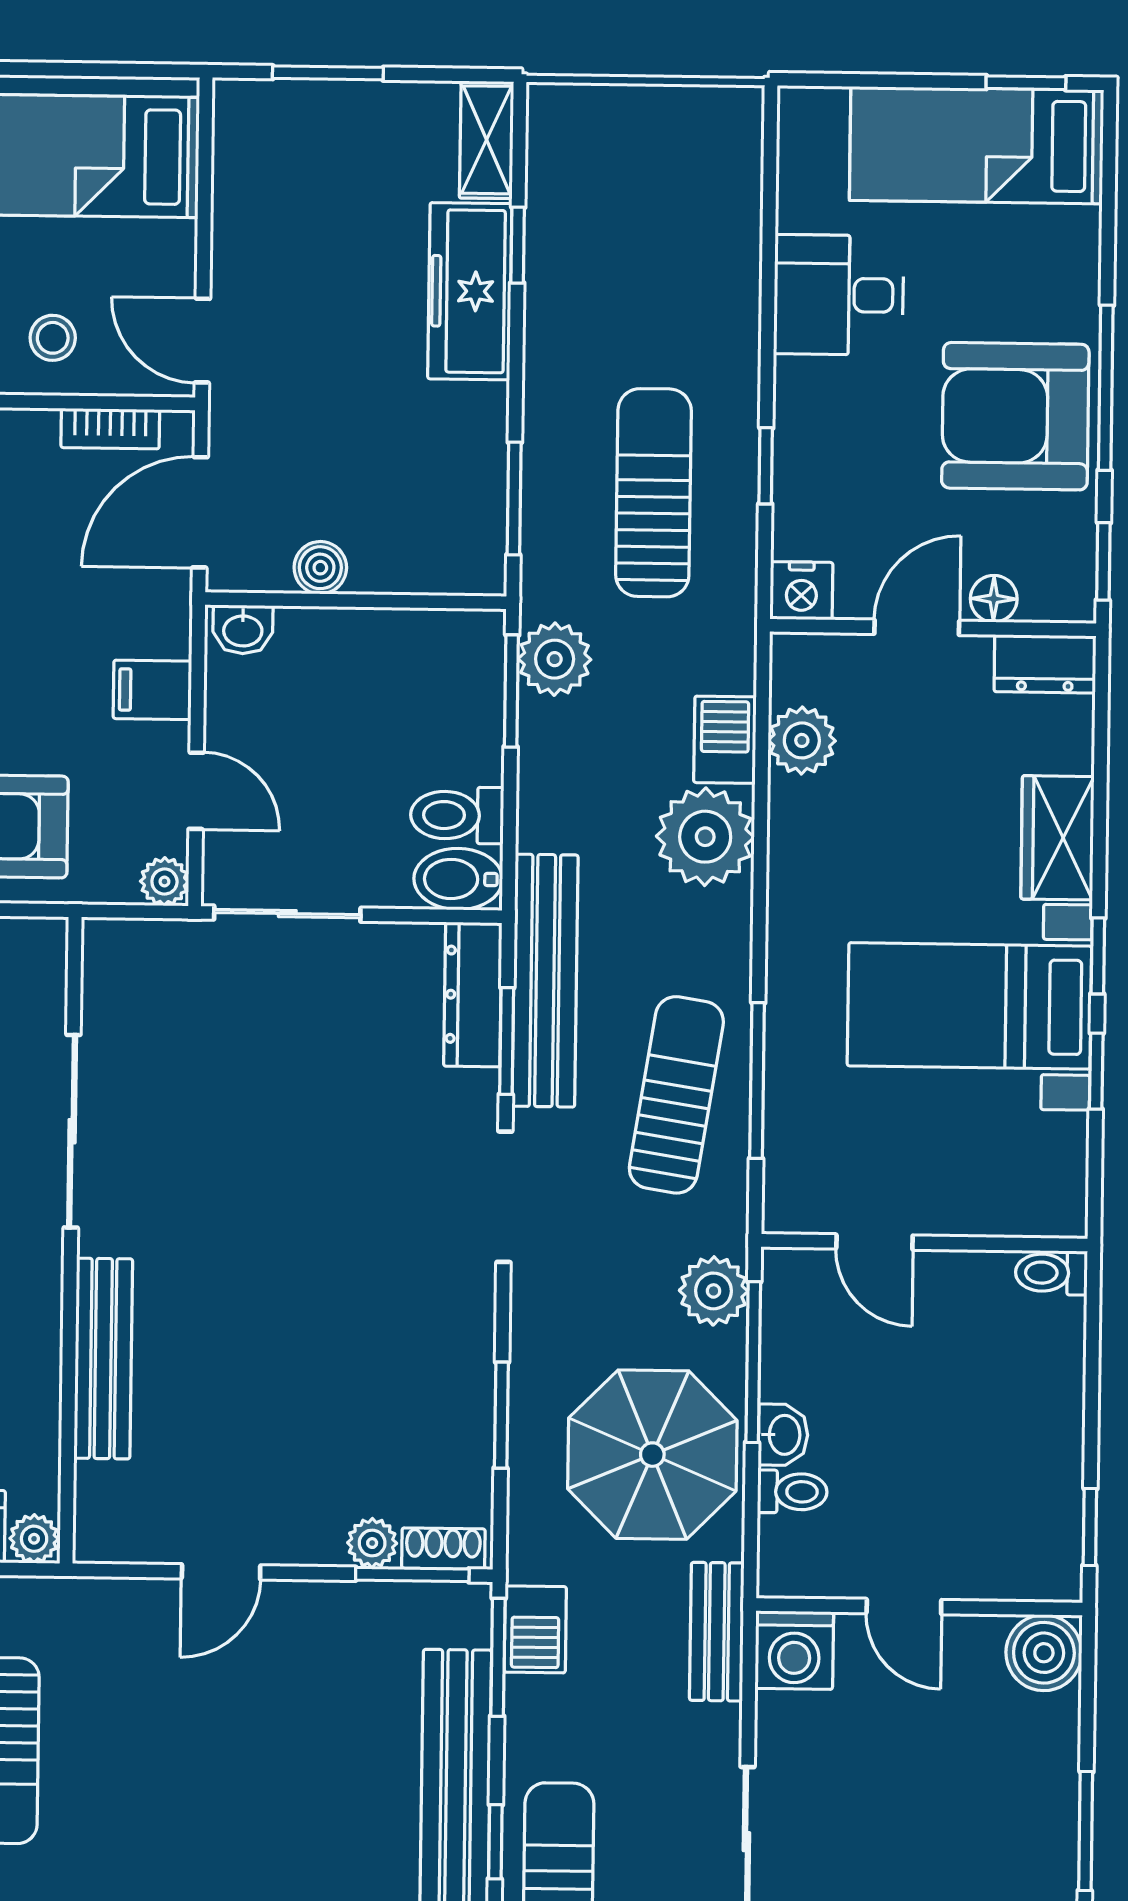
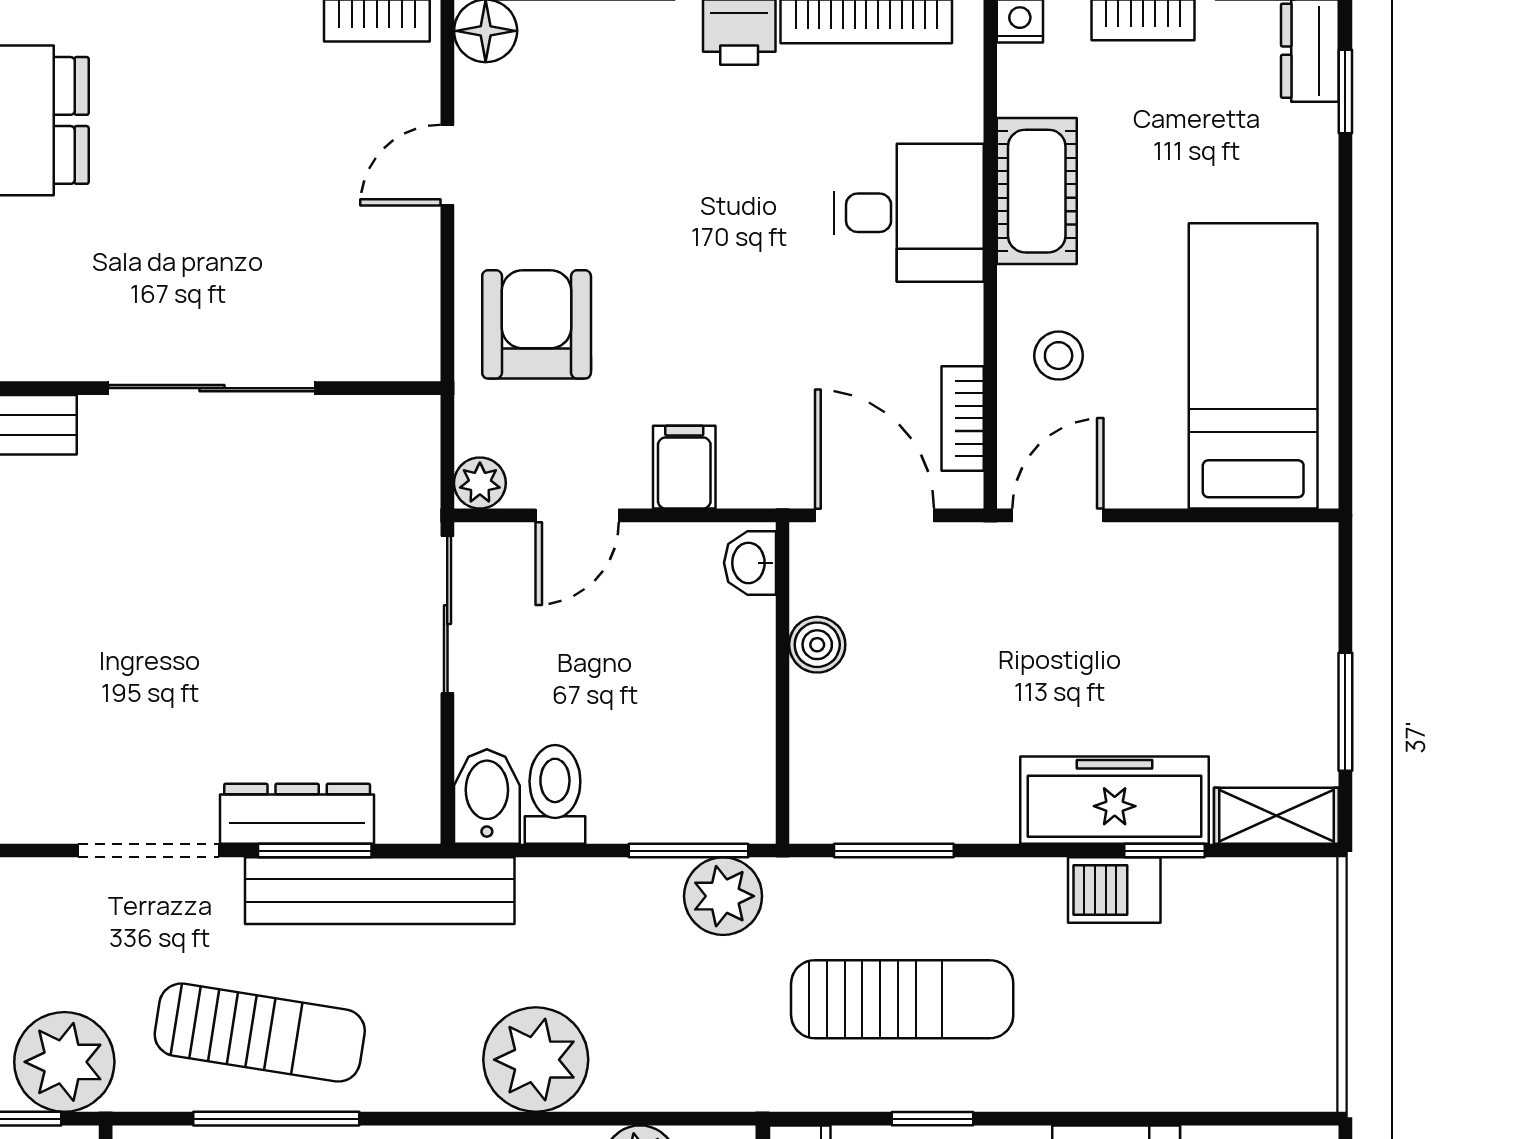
window: (328, 73) -> (1345, 712), moved
barbecue: (725, 740) -> (1114, 890), moved, turned 180
dresser: (473, 994) -> (297, 814), moved
plant: (714, 1291) -> (64, 1062), width x1.36, depth x1.36

